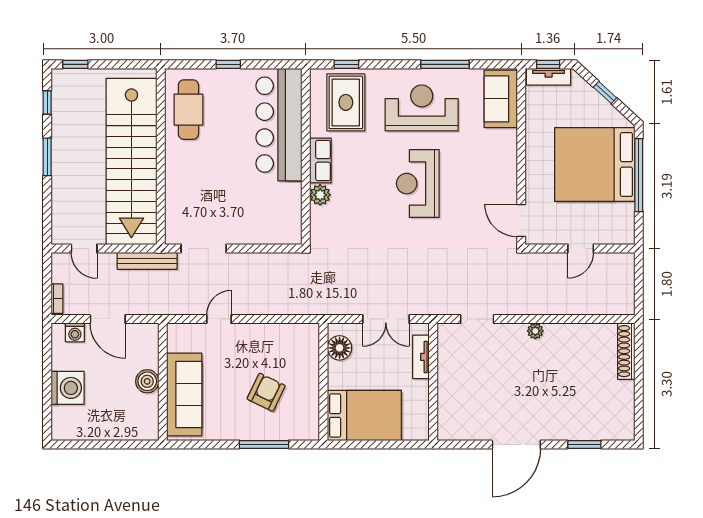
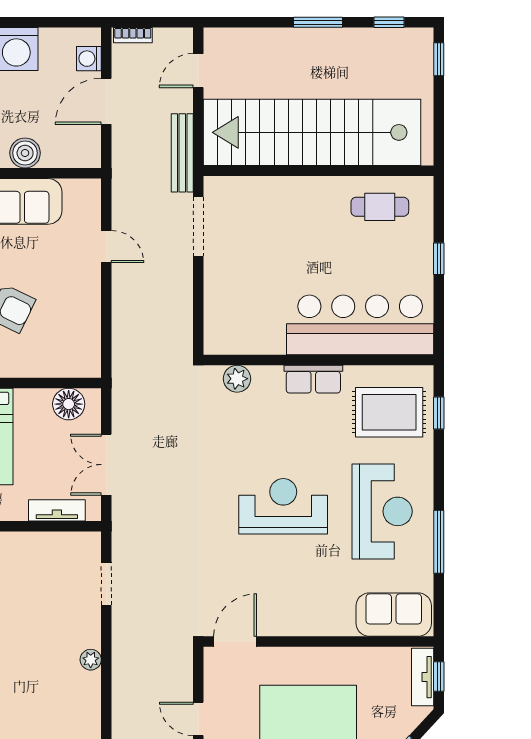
cafe table: (188, 110) -> (380, 207), width x0.73, depth x0.74
plant: (320, 195) -> (237, 379), moved

